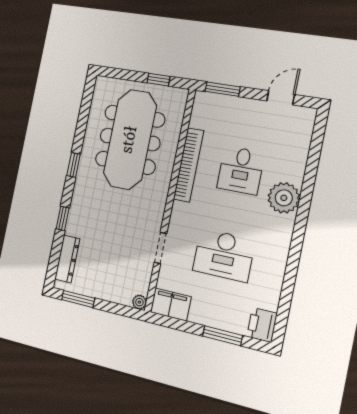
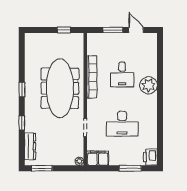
window: (223, 89) -> (113, 30), moved
door: (281, 98) -> (136, 30), hinge flipped
meeting table: (130, 140) -> (60, 88), moved

